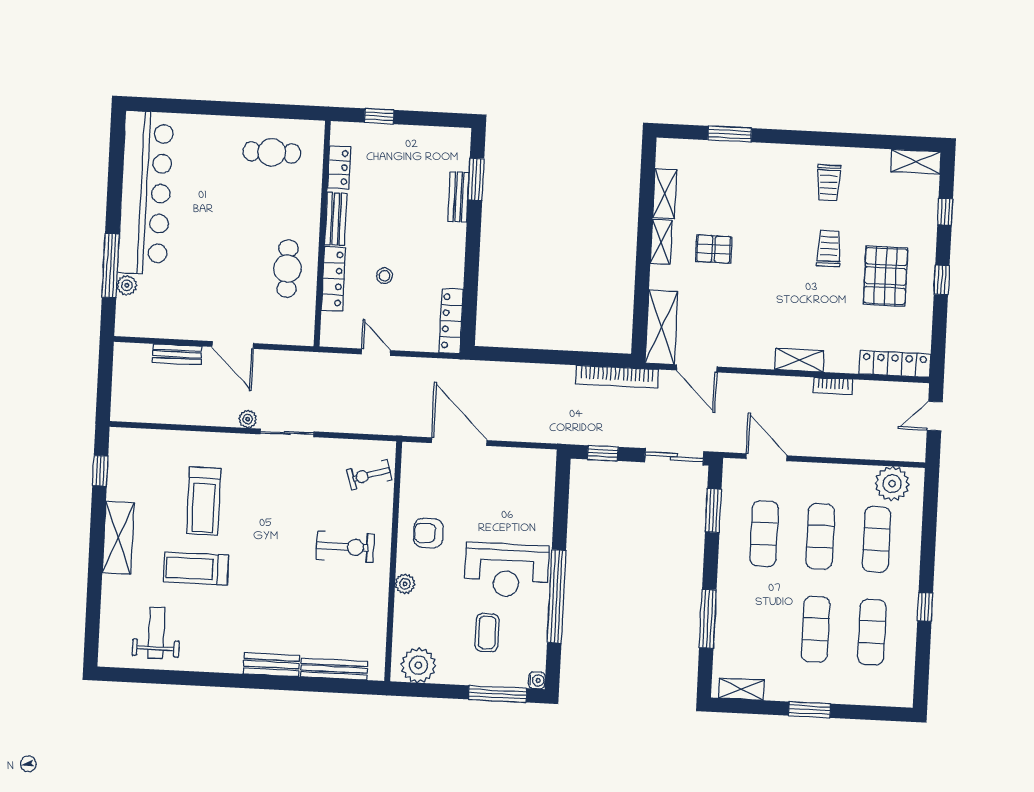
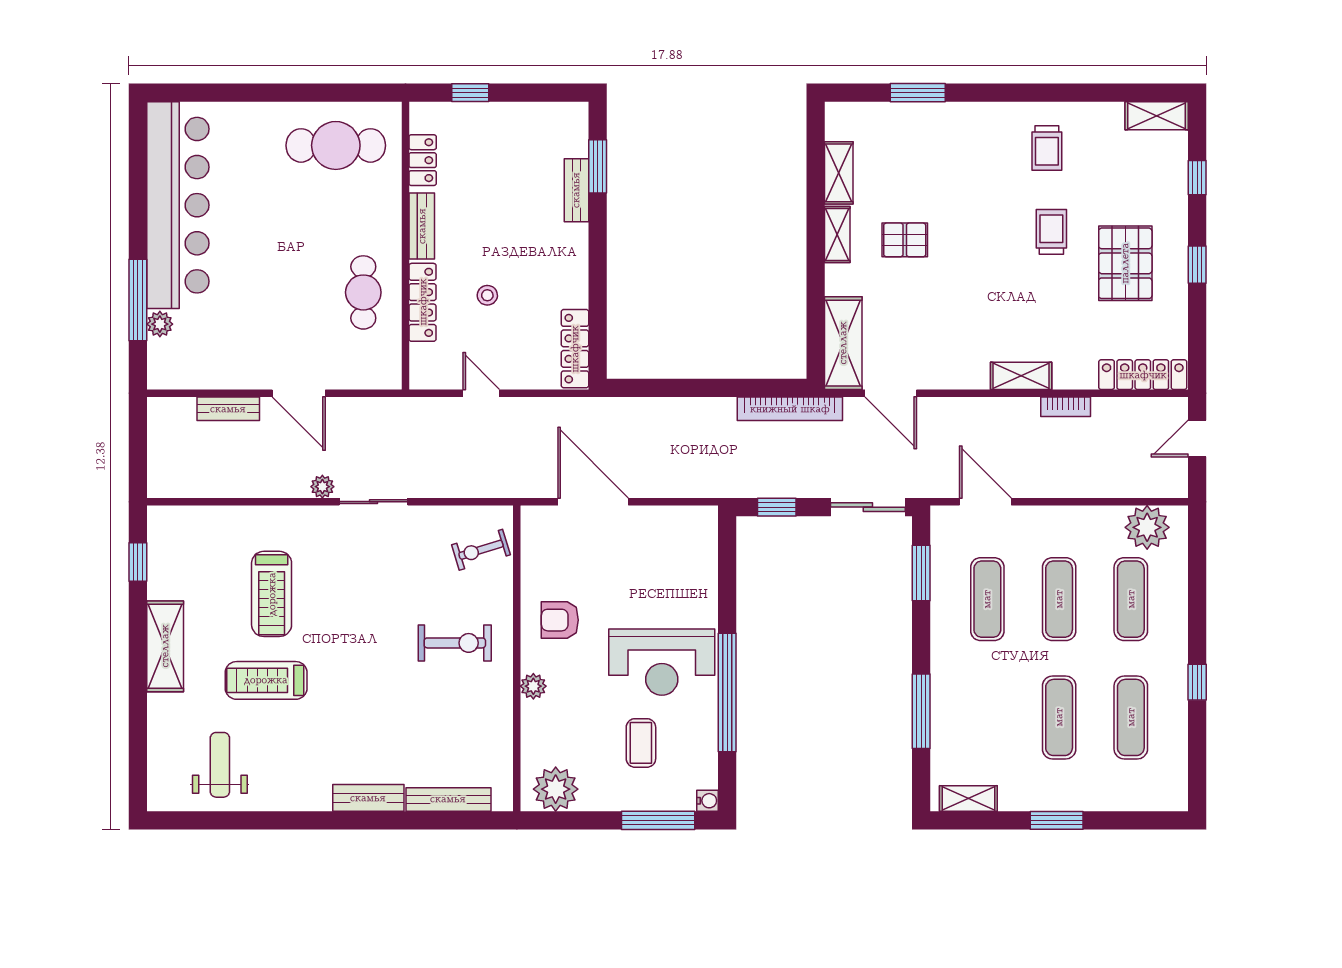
cafe table: (272, 152) -> (336, 145), width x1.37, depth x1.35

